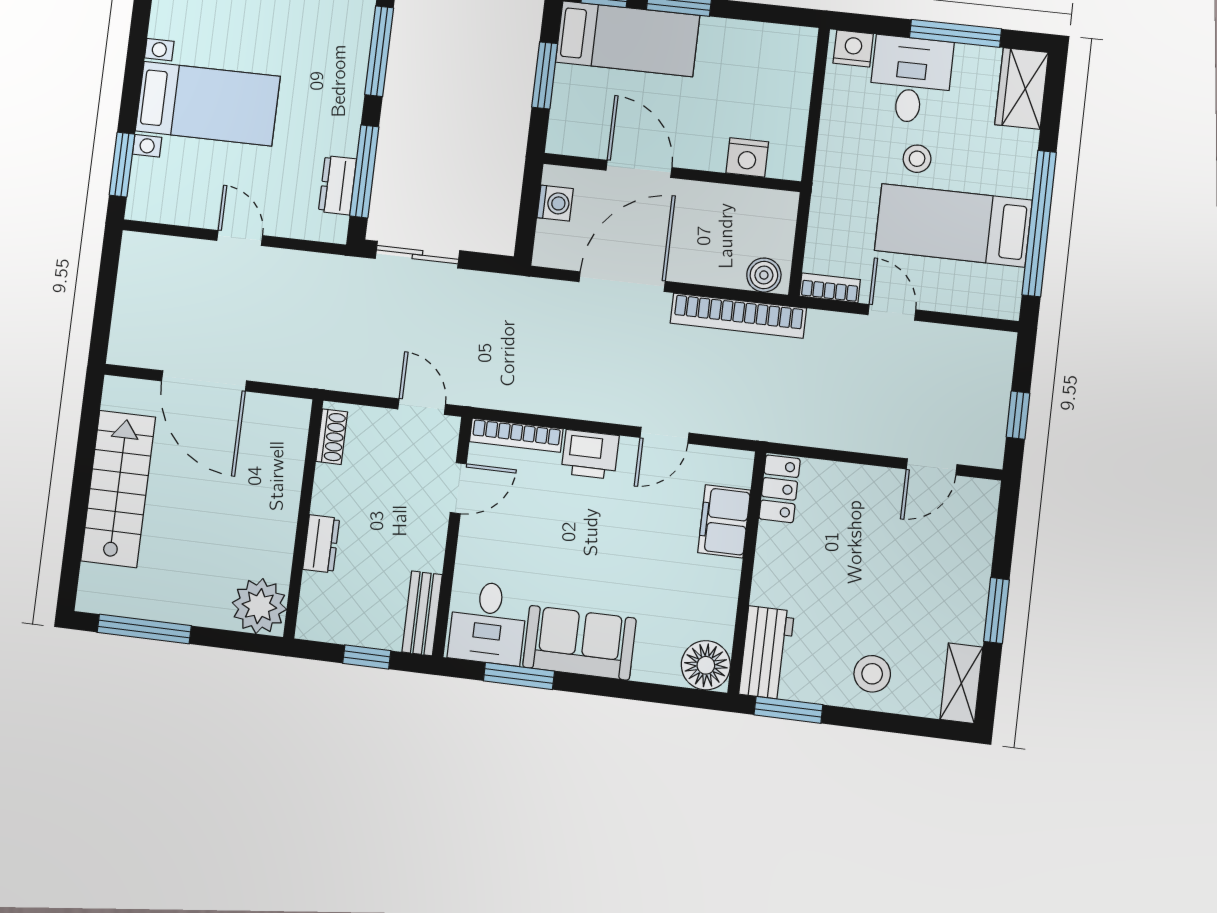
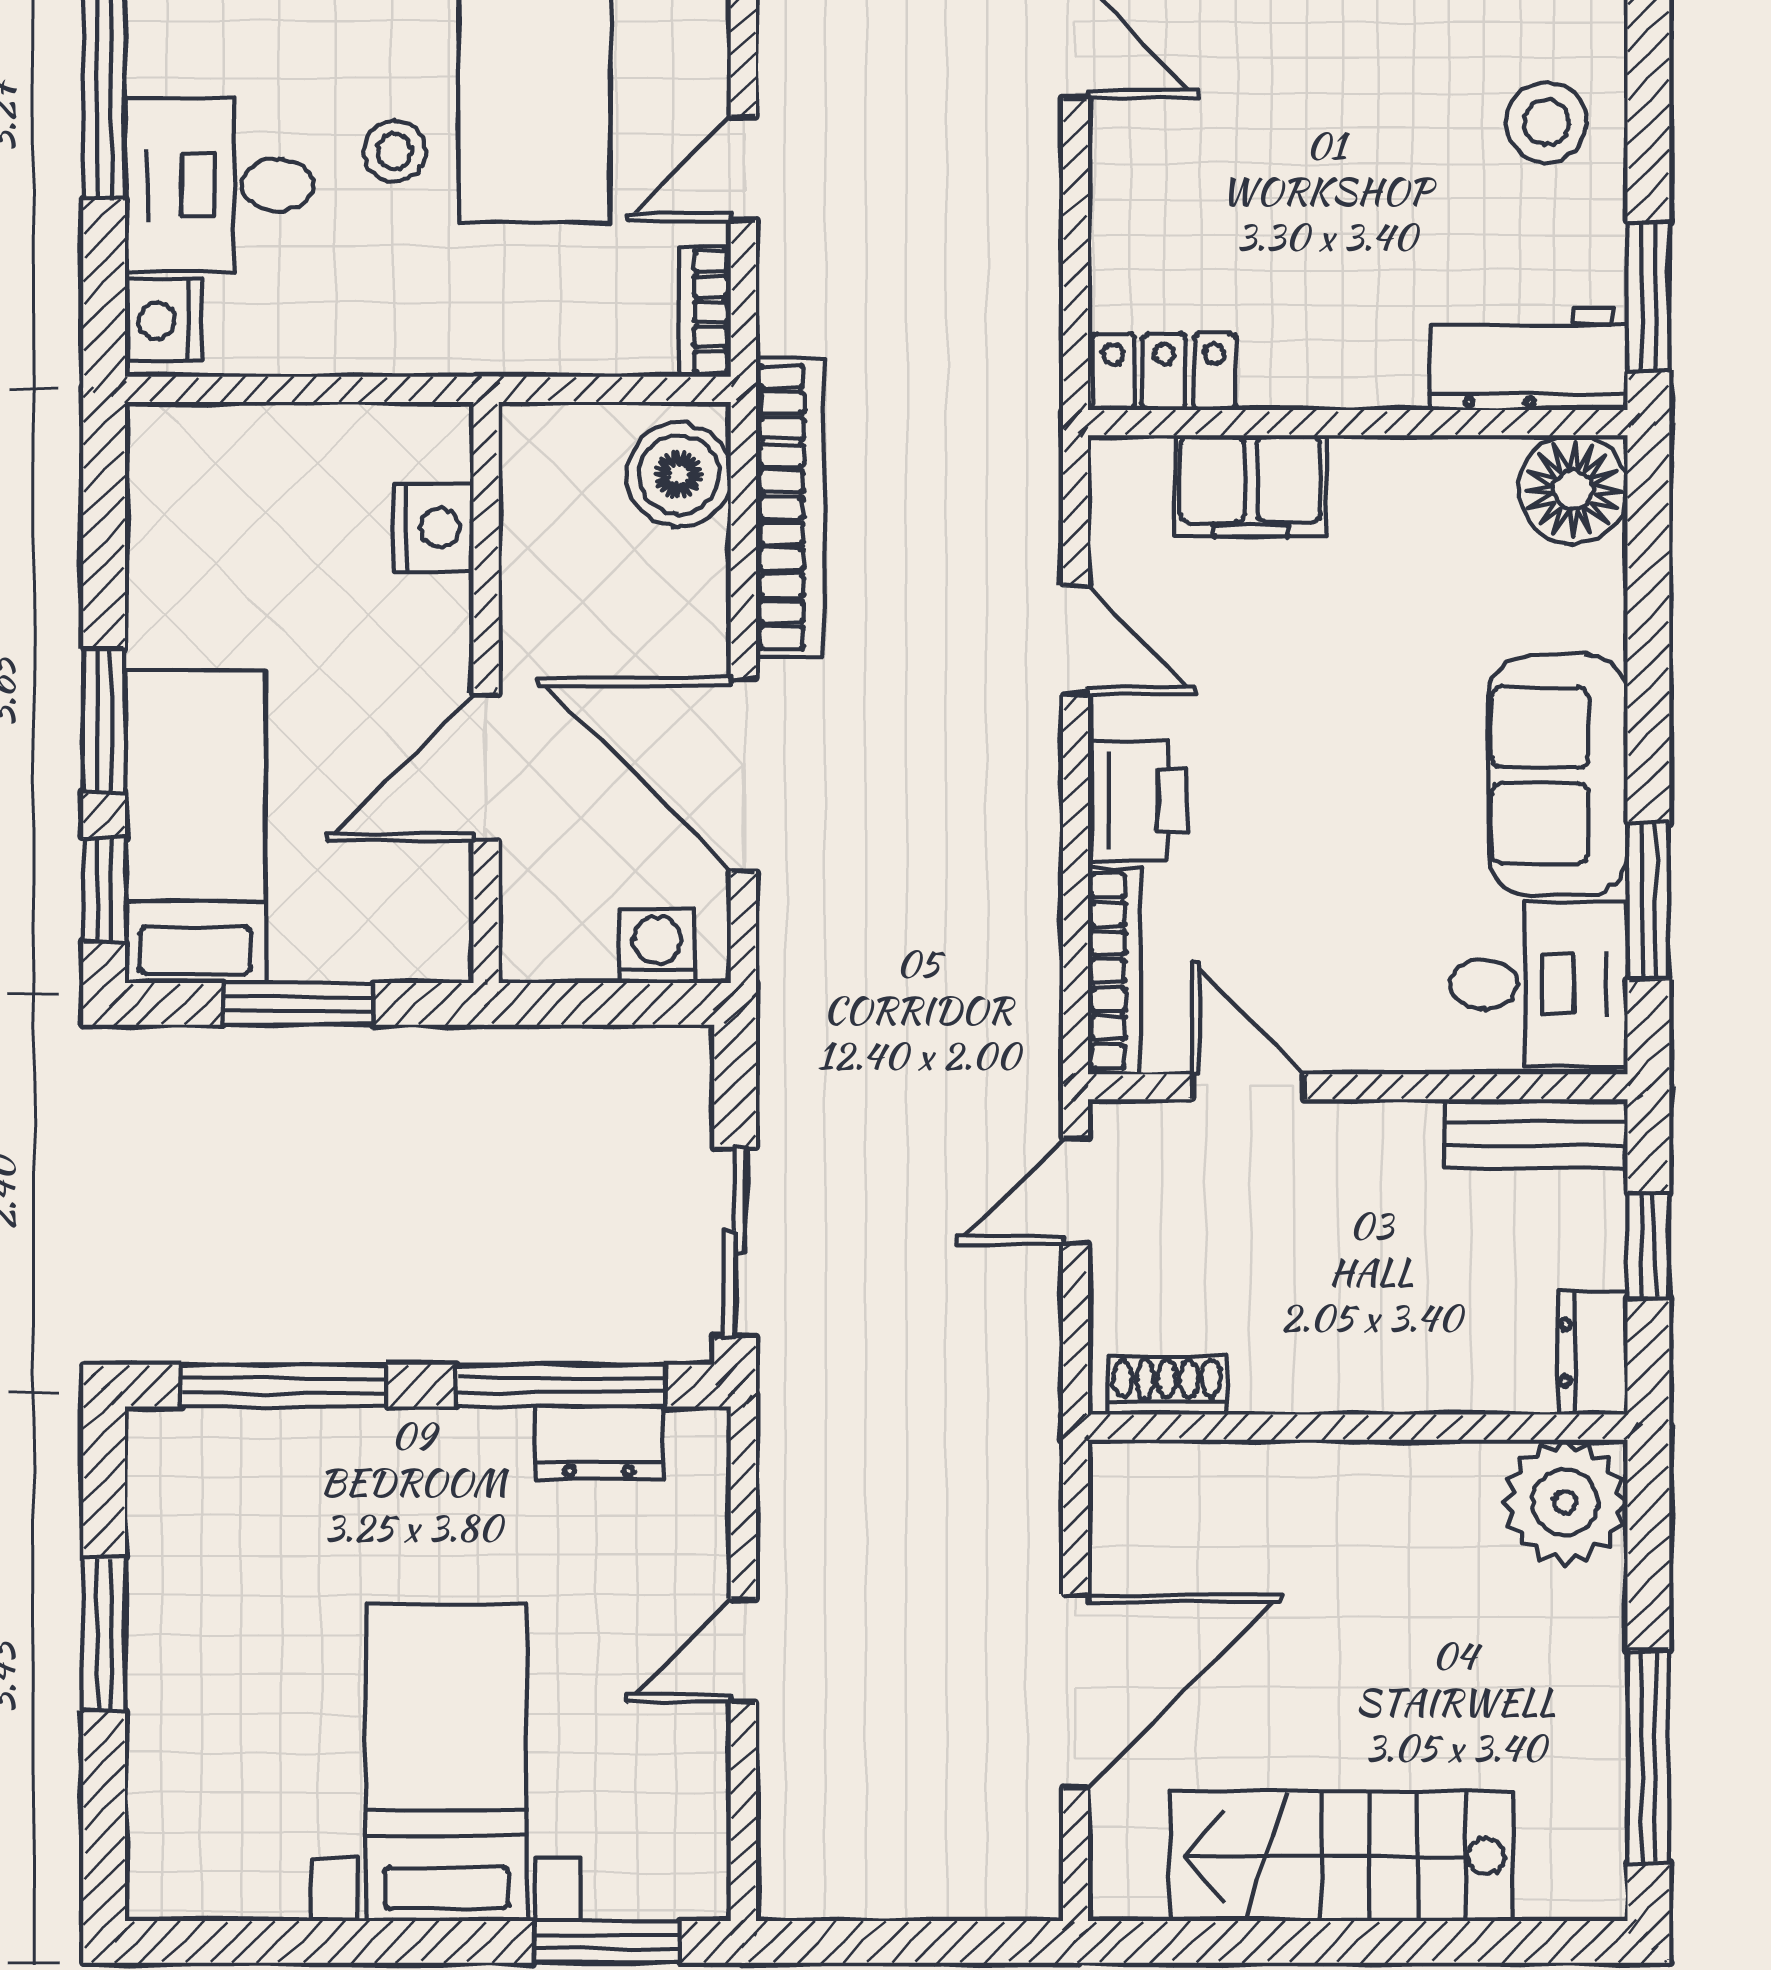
washing machine: (555, 203) -> (657, 946), moved
boiler: (764, 275) -> (679, 475), width x1.36, depth x1.36
dresser: (321, 544) -> (1593, 1353), moved, turned -90

